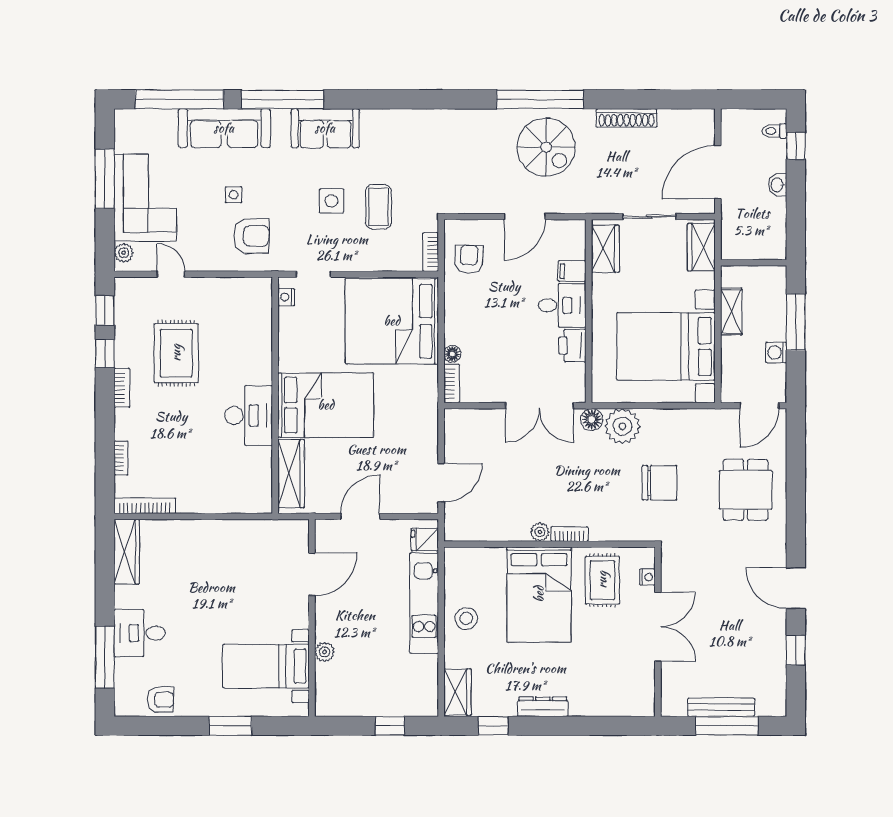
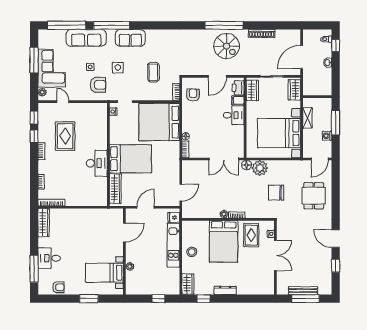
side table: (331, 201) -> (118, 68), moved
printer: (572, 346) -> (238, 88), moved
chair: (660, 483) -> (276, 193), turned 180

